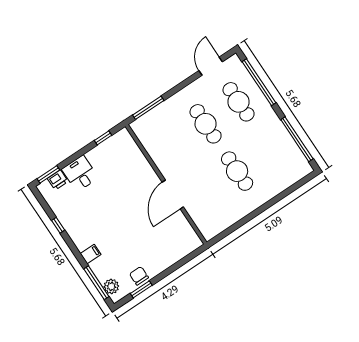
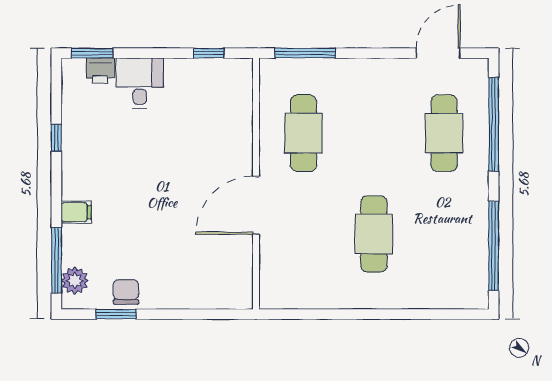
cafe table: (206, 124) -> (303, 133), moved

